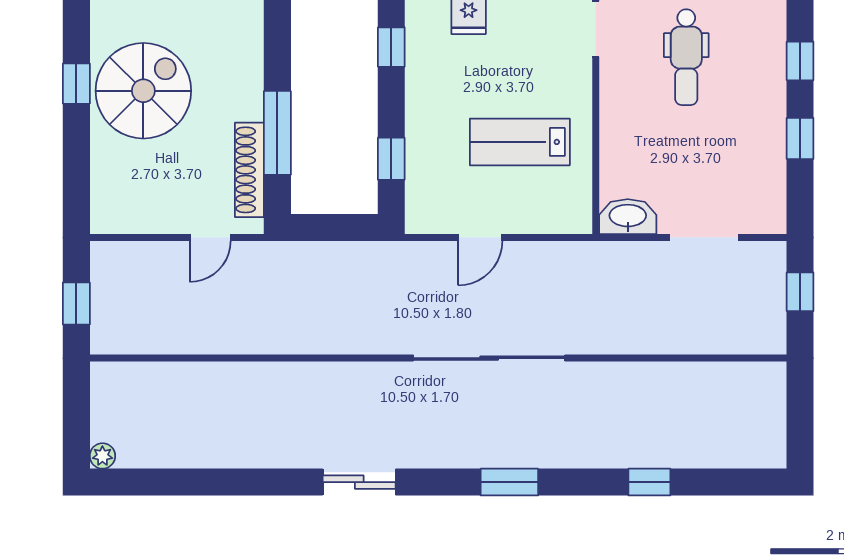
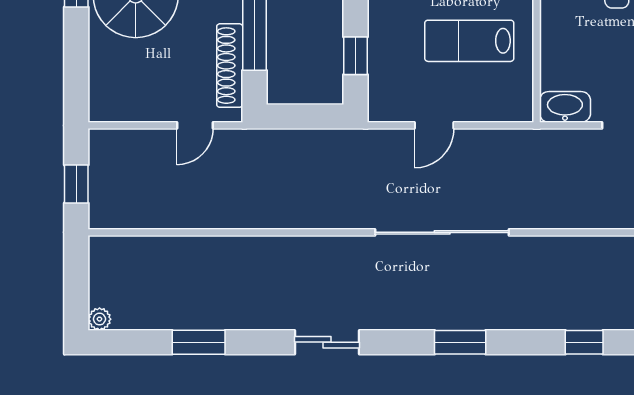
window: (214, 482) -> (199, 342), added

